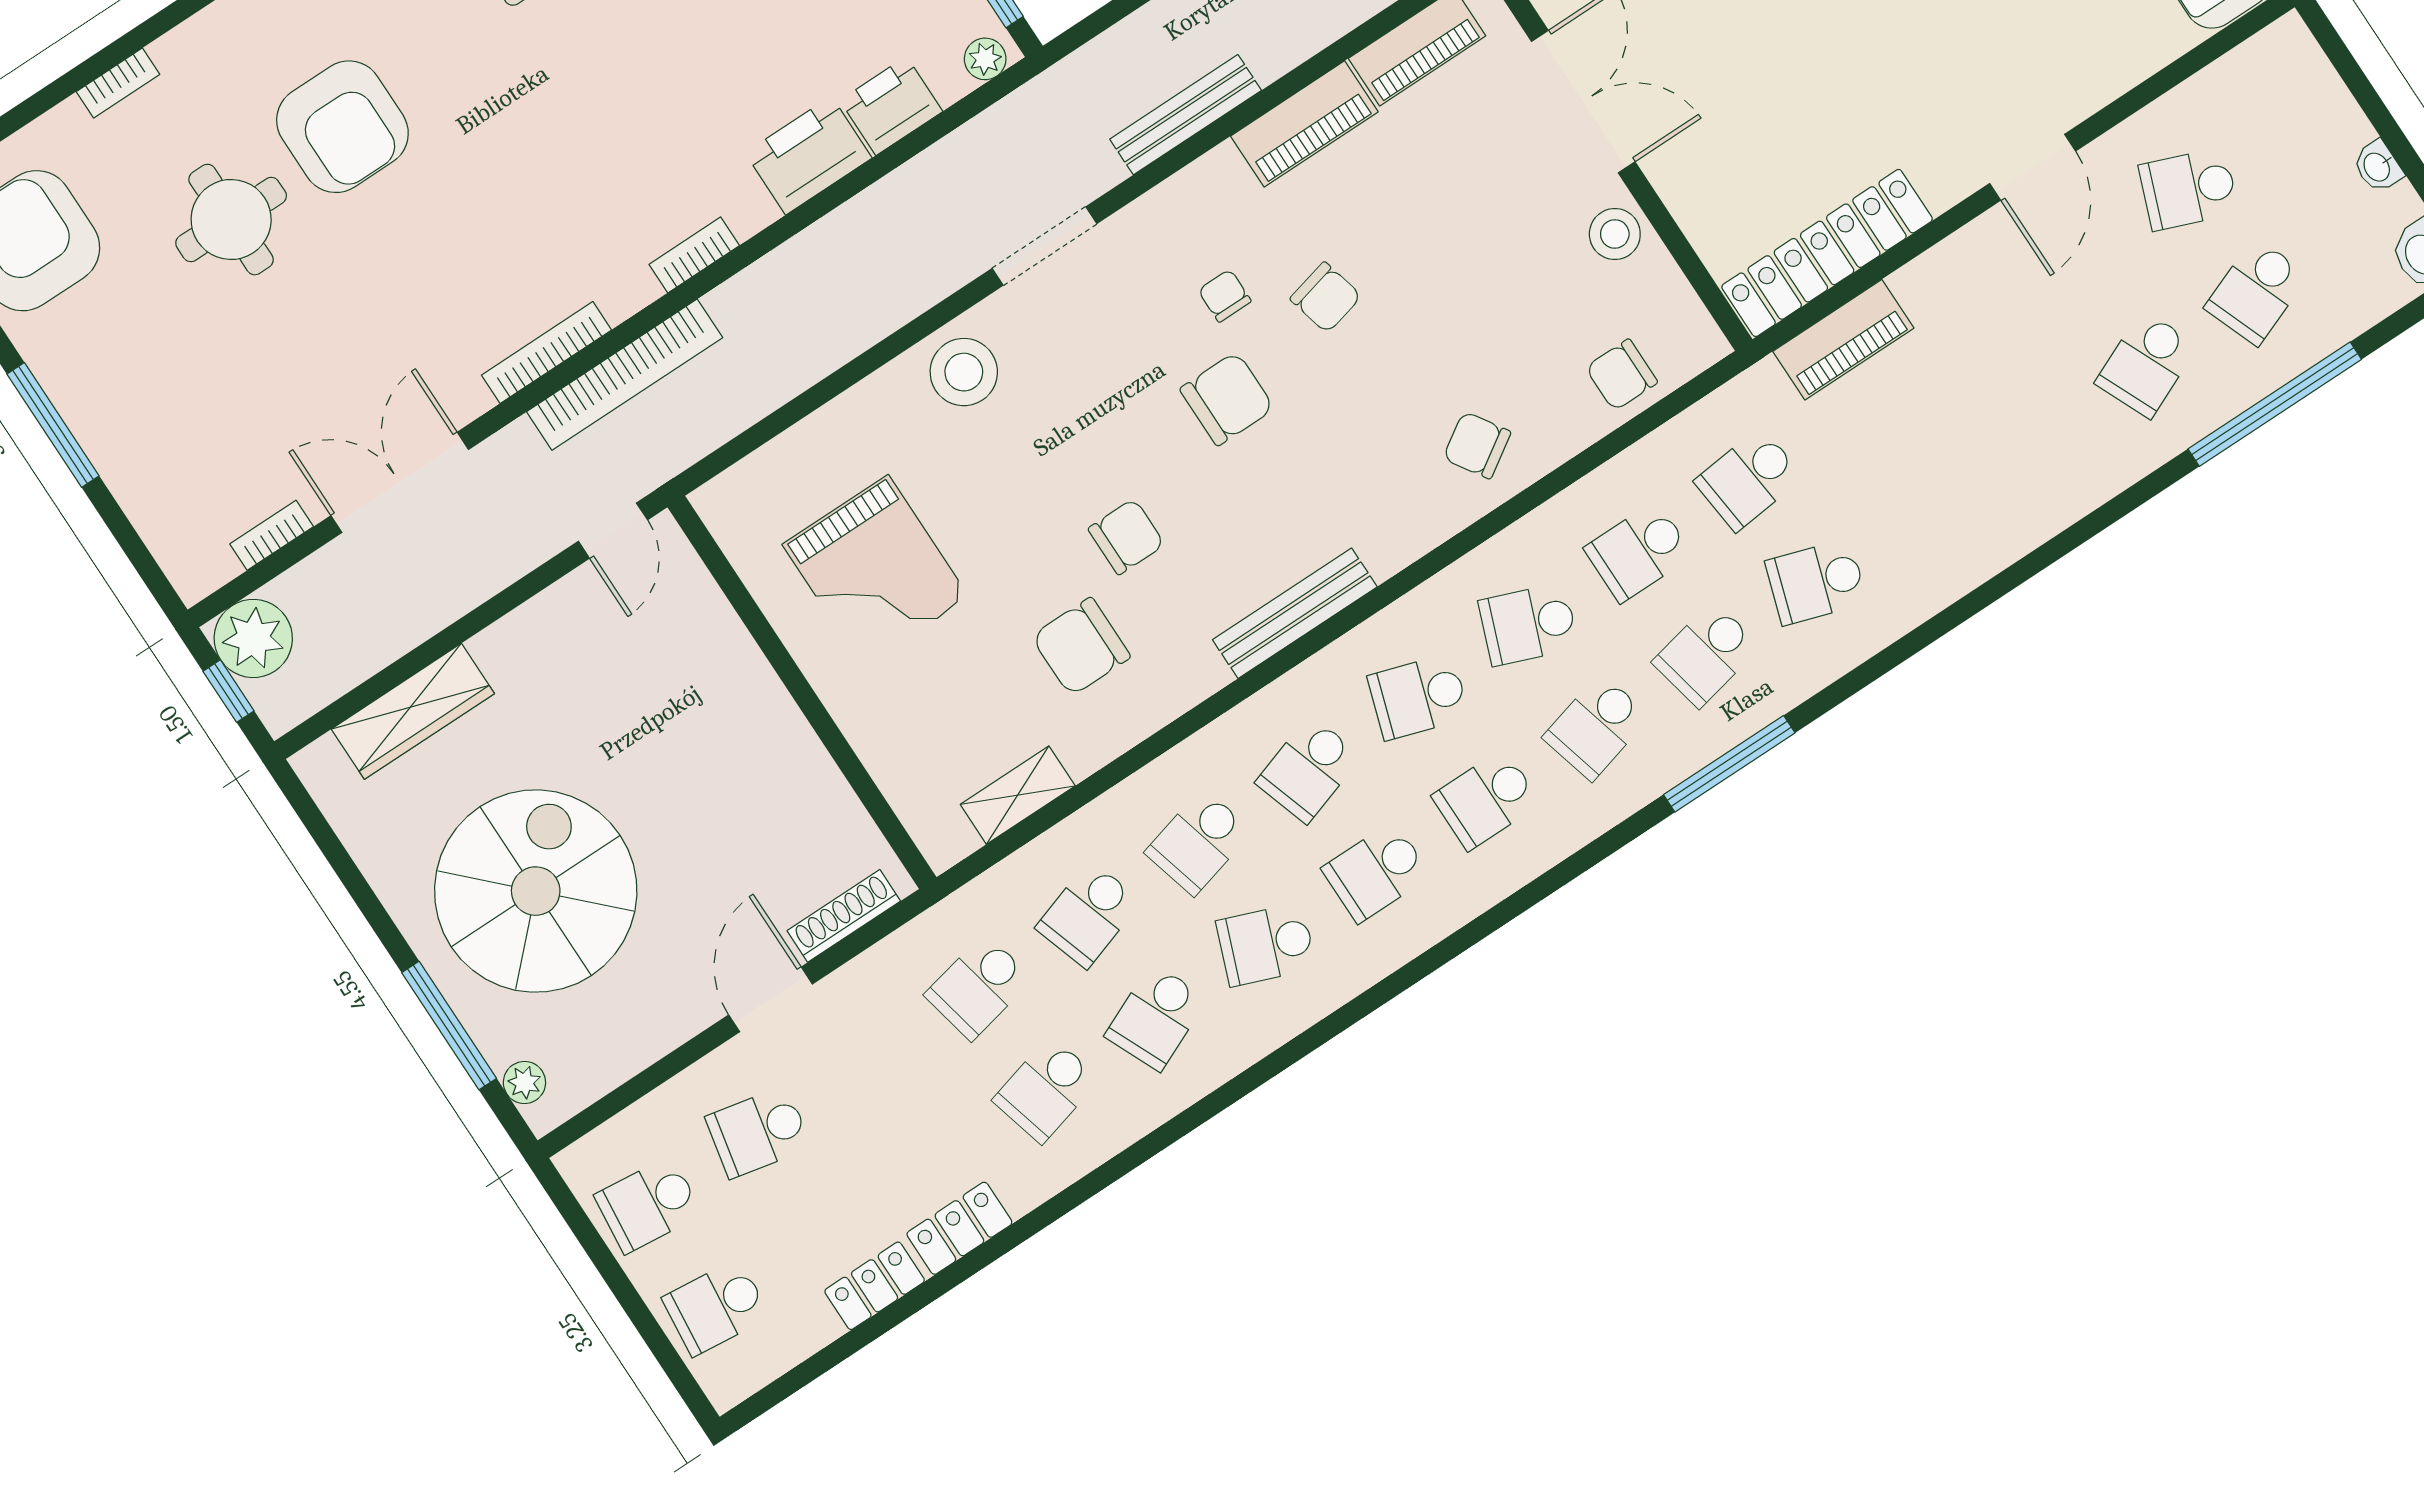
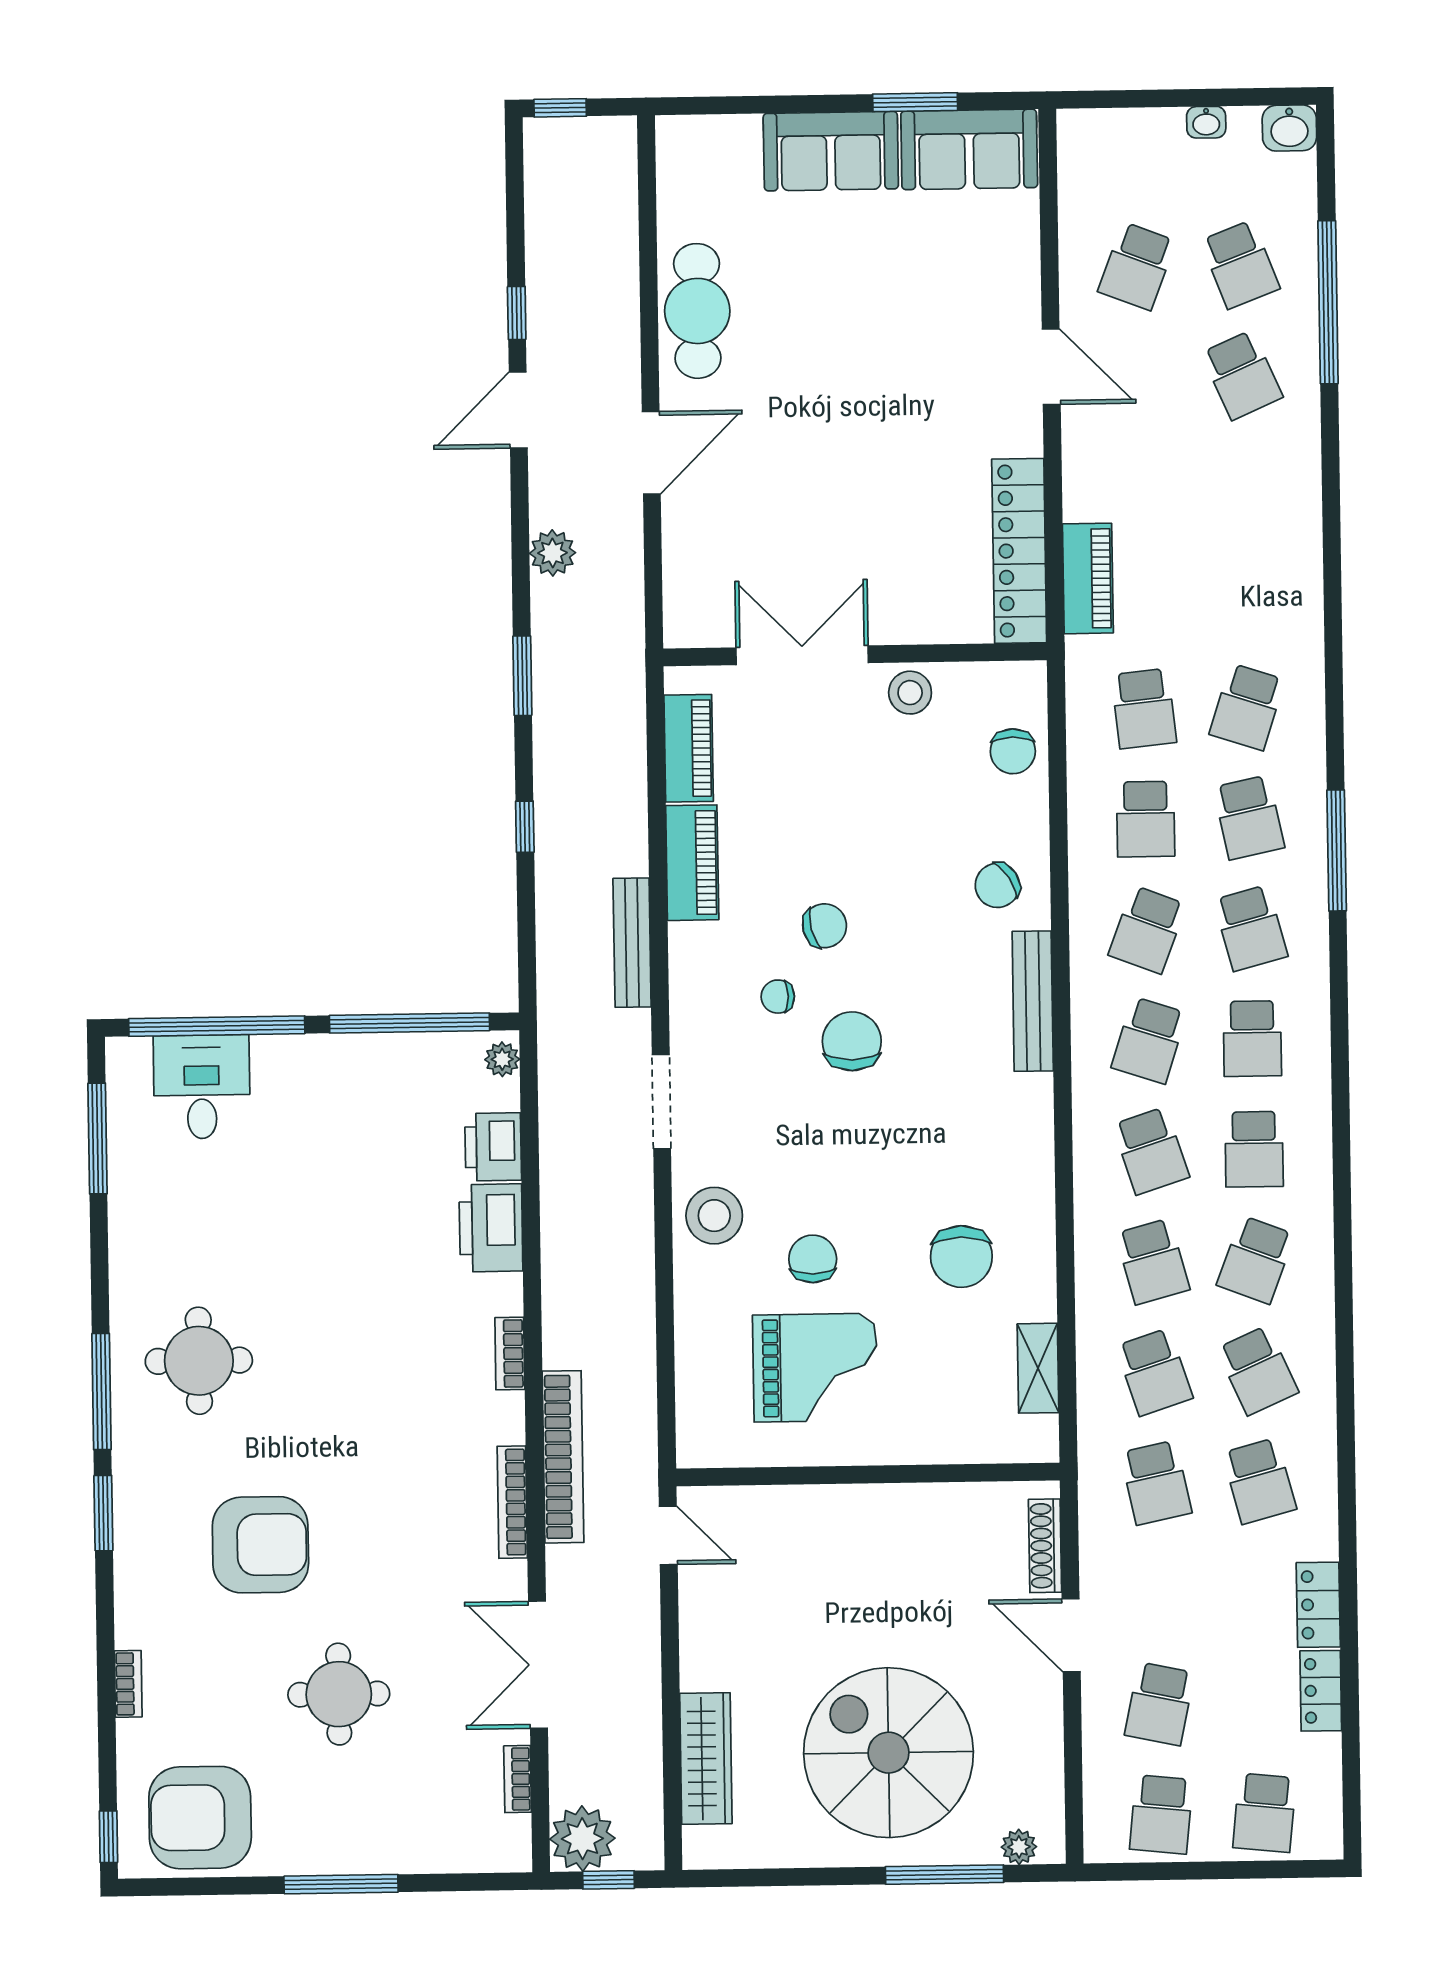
round table: (231, 220) -> (339, 1694), moved
chair: (1126, 537) -> (813, 1259), moved
bench: (1295, 613) -> (1033, 1001), moved

